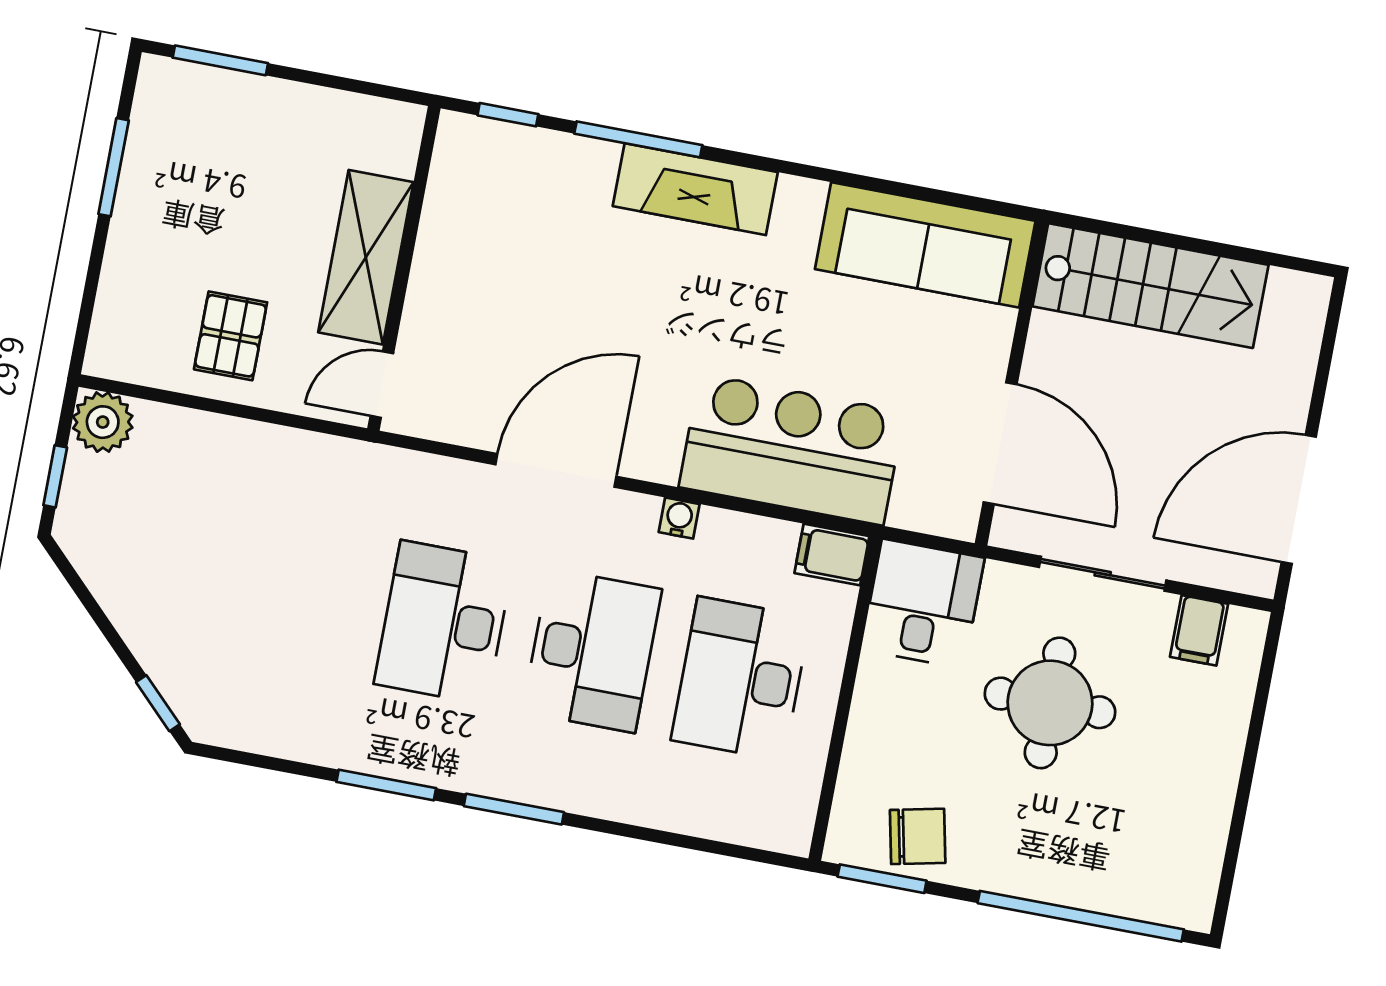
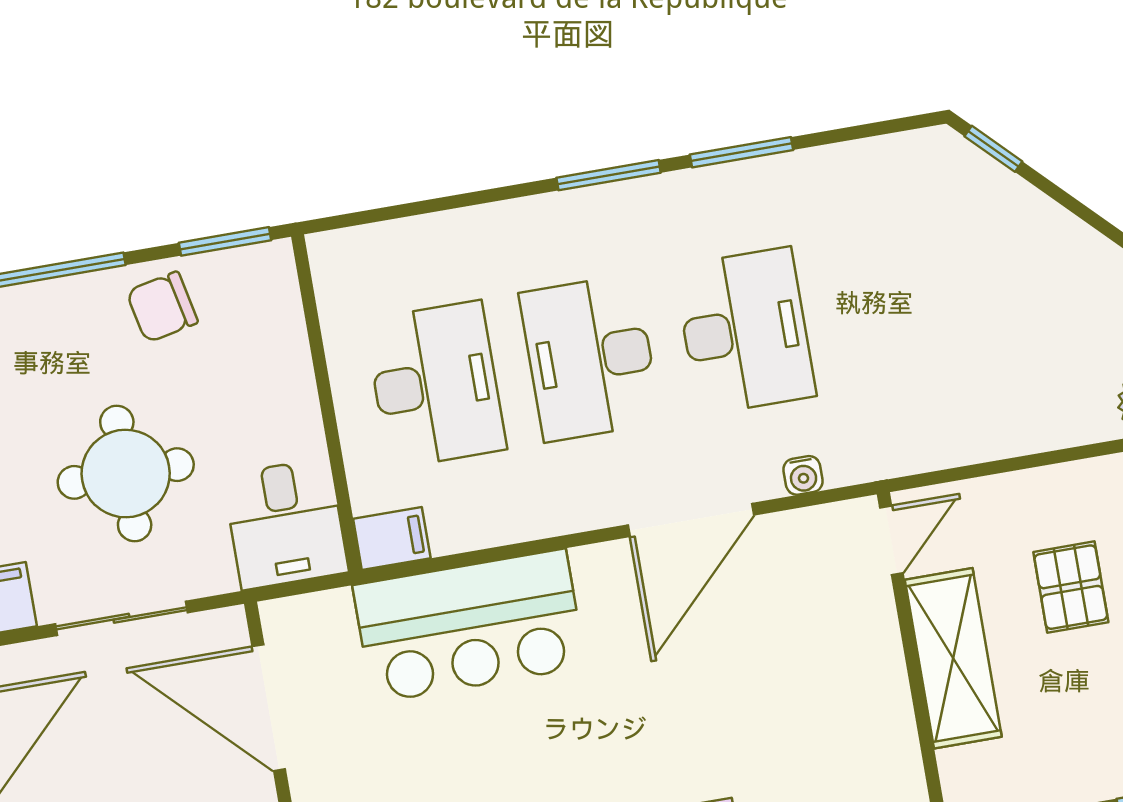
pallet: (231, 336) -> (1071, 587), moved
water cooler: (679, 518) -> (803, 475), moved
chair: (918, 836) -> (162, 307), moved

